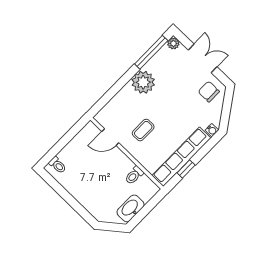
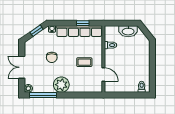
chair: (209, 92) -> (52, 57), moved
window: (226, 112) -> (37, 31), added

